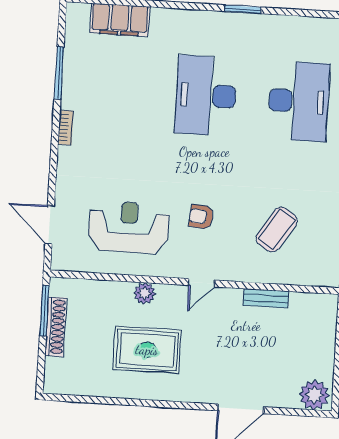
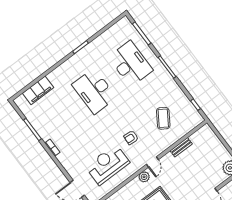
plant: (145, 293) -> (144, 177), moved

